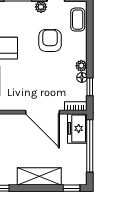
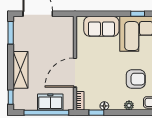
plant: (81, 66) -> (129, 105), moved
freezer: (77, 128) -> (50, 102), moved

